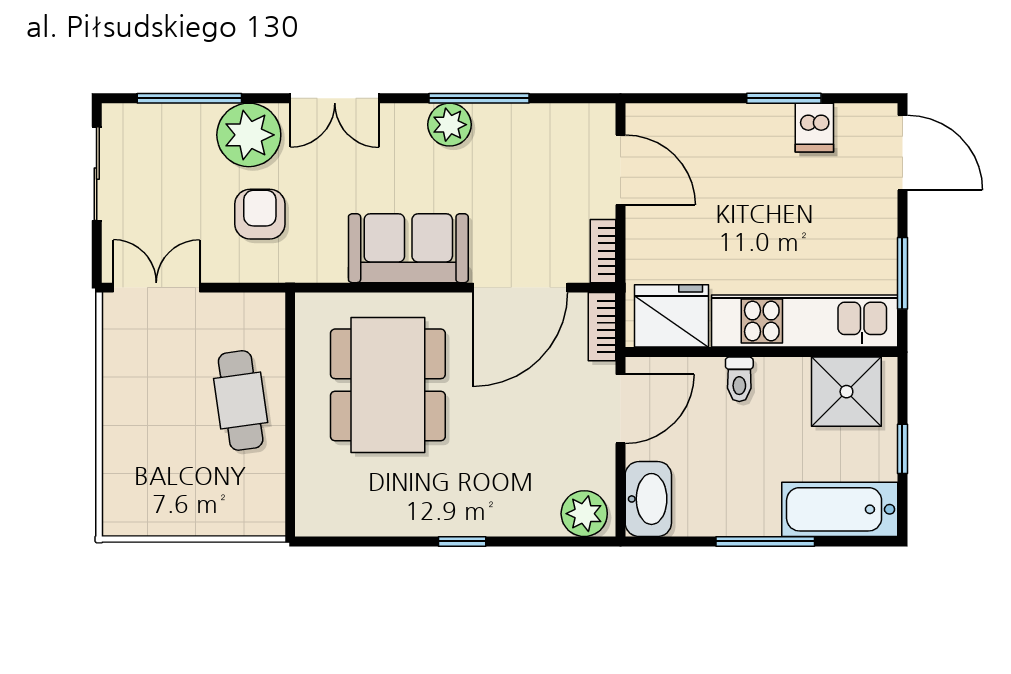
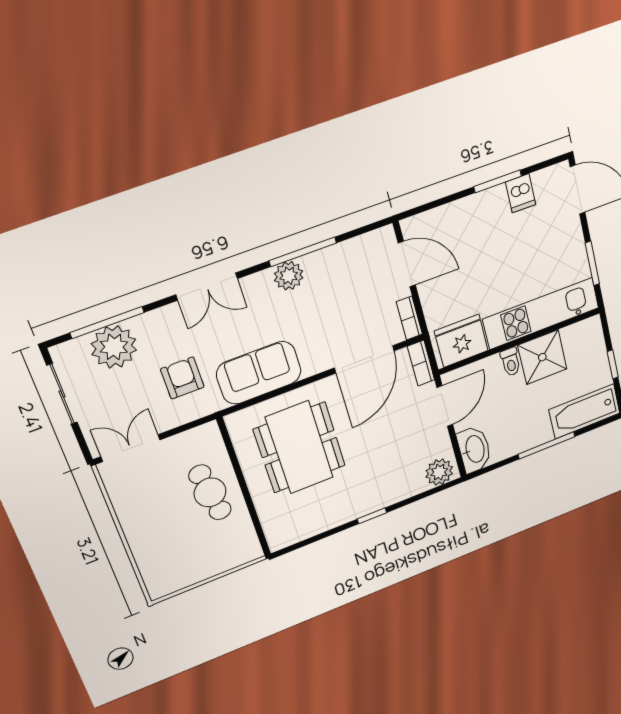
plant: (249, 135) -> (114, 347), moved
sofa: (408, 248) -> (259, 373), moved
shower: (846, 392) -> (542, 357), moved

